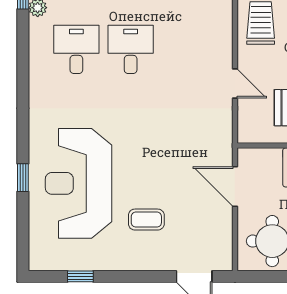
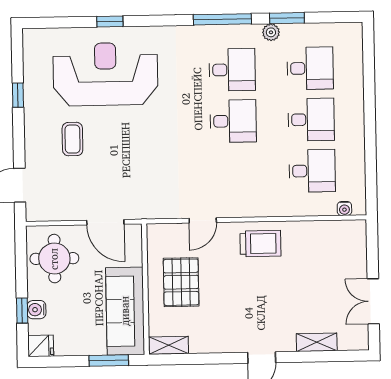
window: (23, 59) -> (222, 19), added
door: (235, 187) -> (105, 222), swing flipped
window: (80, 276) -> (18, 95), moved

